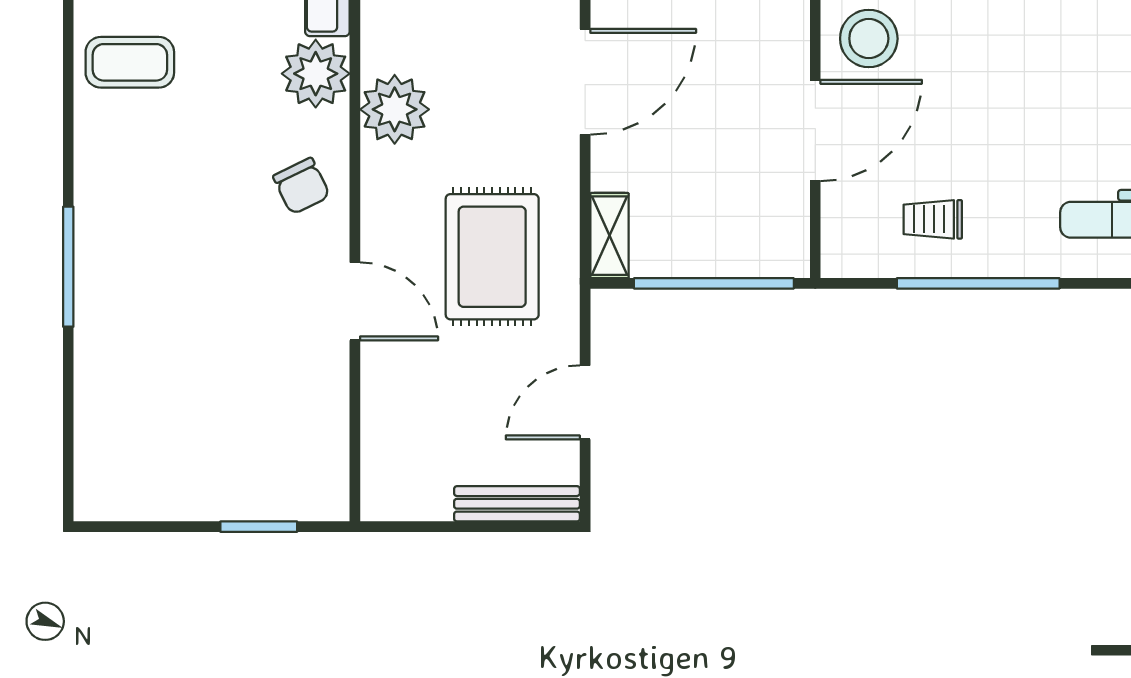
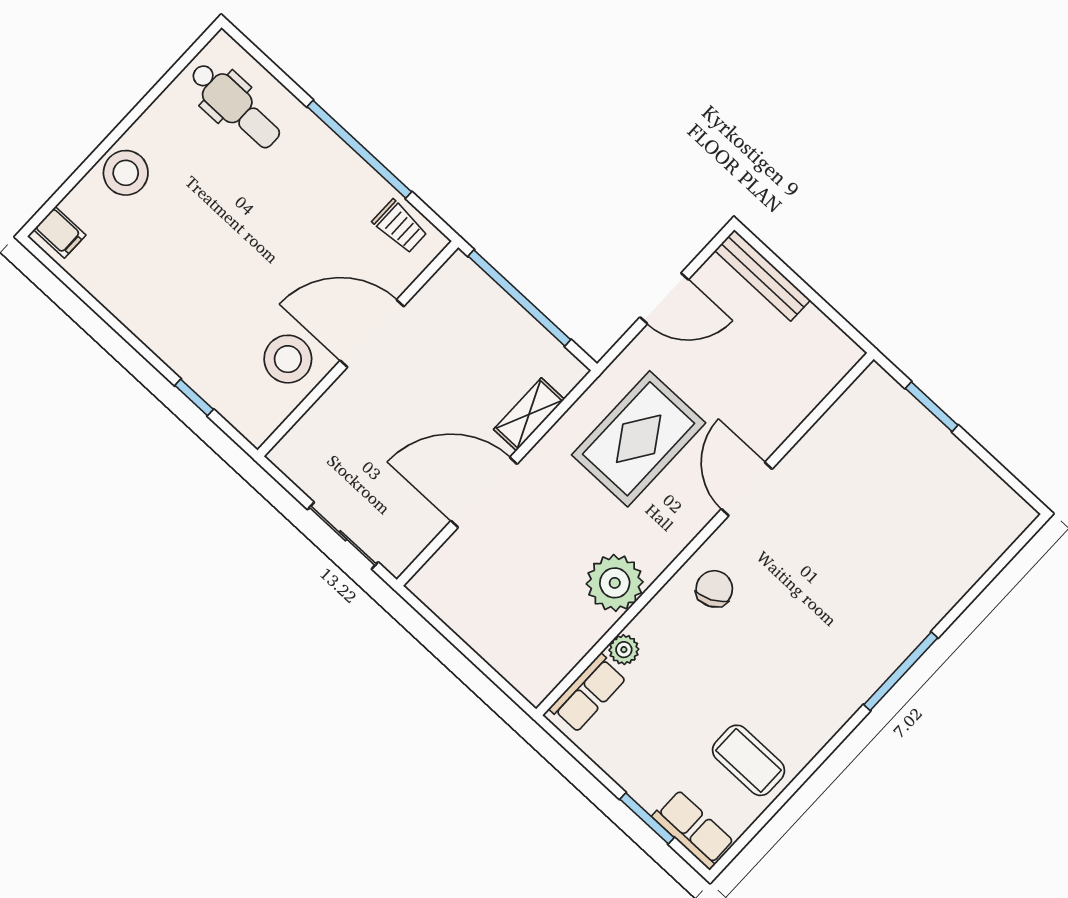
plant: (316, 74) -> (624, 650), width x0.53, depth x0.53
trolley: (933, 219) -> (400, 226), moved
shelving: (609, 236) -> (529, 414), moved

